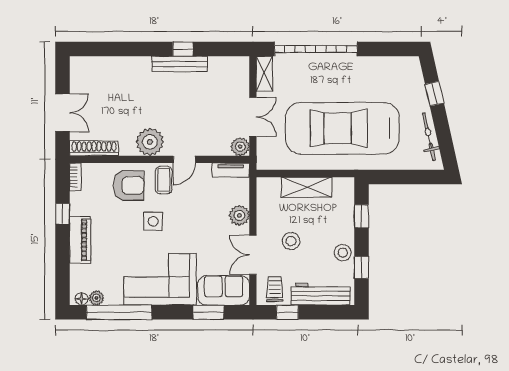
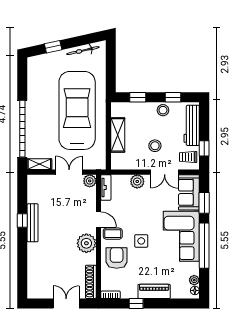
car: (342, 128) -> (77, 110), turned 180
window: (119, 312) -> (204, 246), moved

